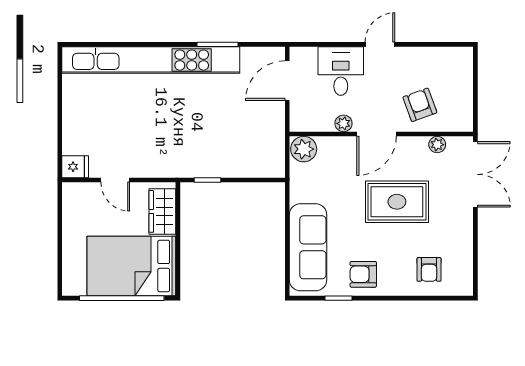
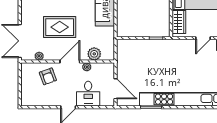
door: (287, 81) -> (115, 89), hinge flipped
plant: (304, 149) -> (94, 54), moved
door: (115, 180) -> (203, 38), swing flipped

